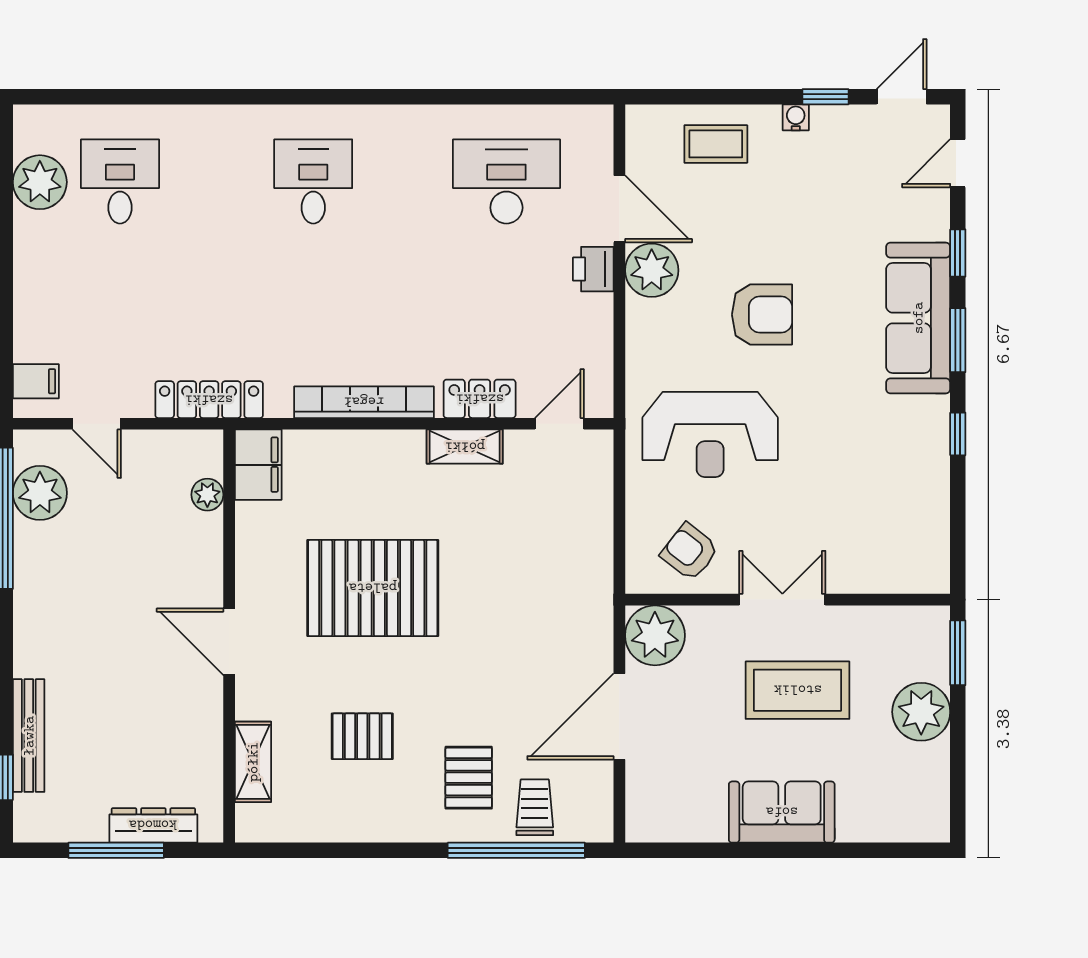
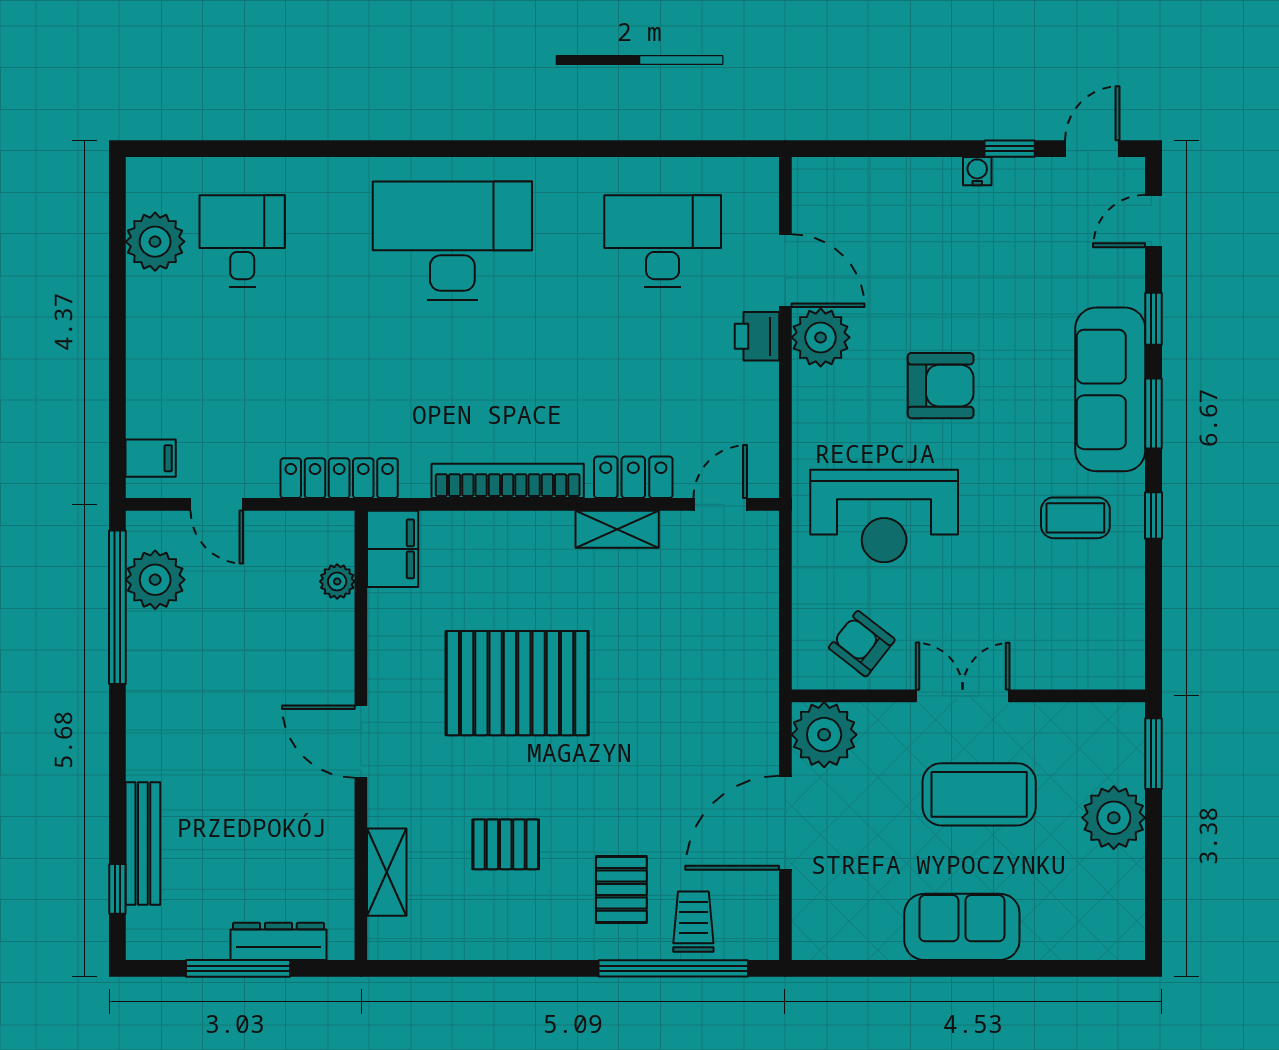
coffee table: (716, 144) -> (1075, 518), moved
desk: (313, 181) -> (452, 241), width x1.87, depth x1.30

